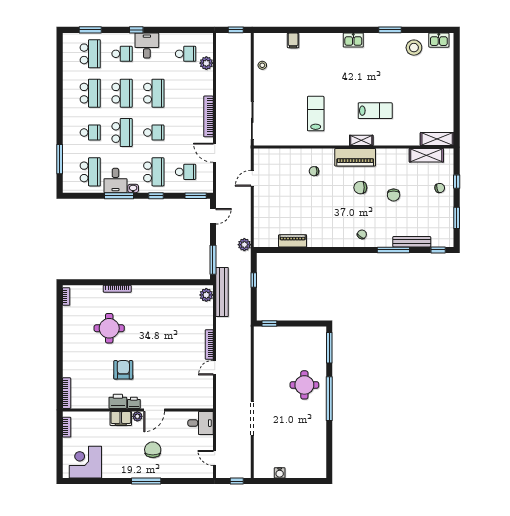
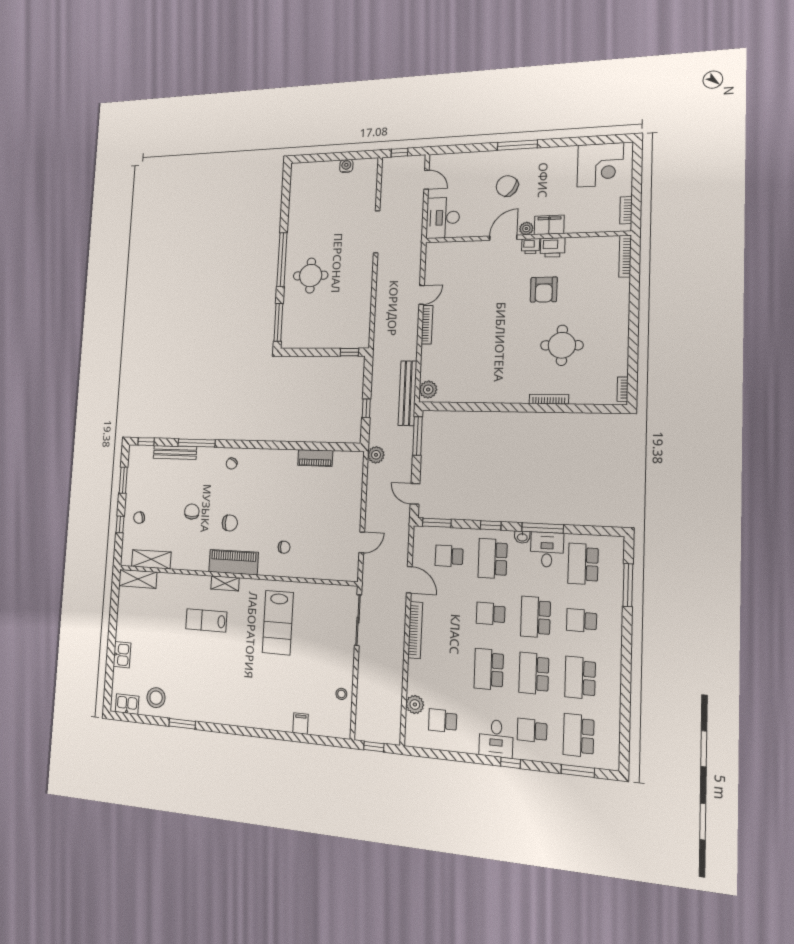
kitchen sink: (353, 40) -> (122, 655), moved, turned 90
lab bench: (316, 114) -> (278, 623), width x1.36, depth x1.39
door: (213, 216) -> (415, 494), hinge flipped
desk: (201, 423) -> (443, 218), width x1.37
chair: (153, 450) -> (507, 186), turned 125

